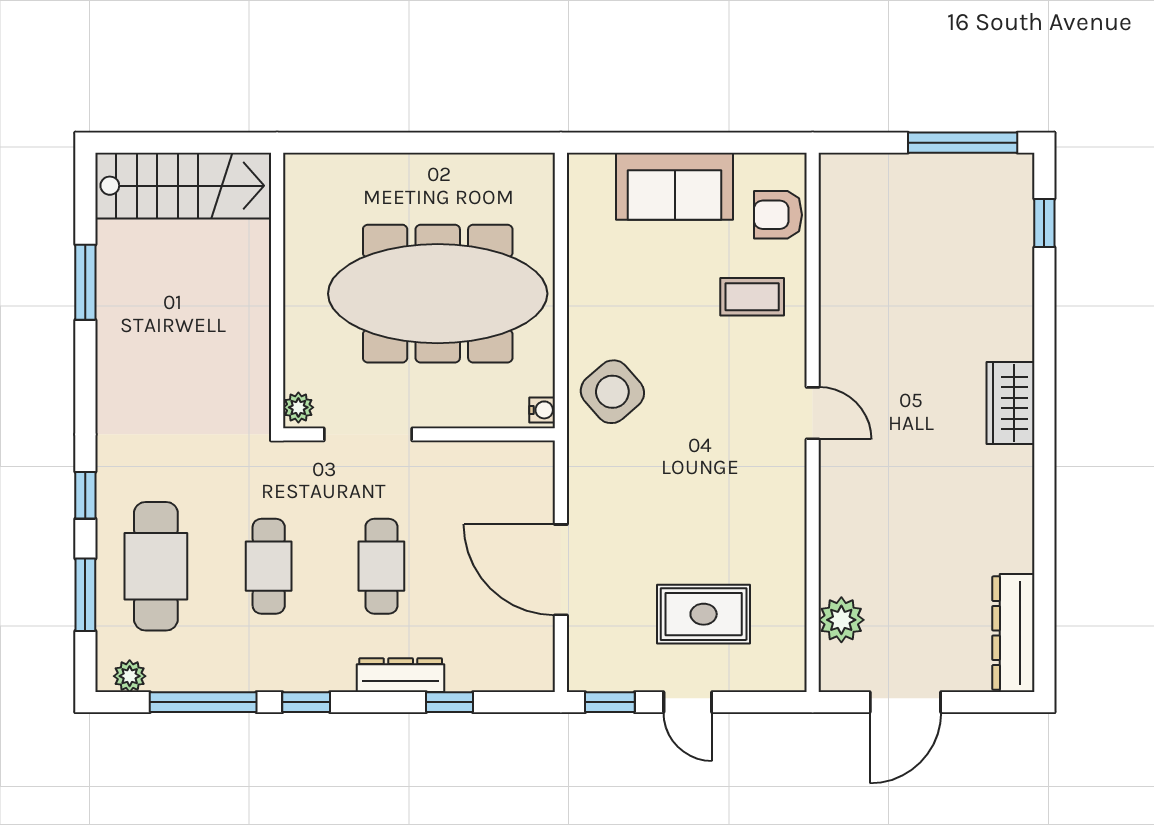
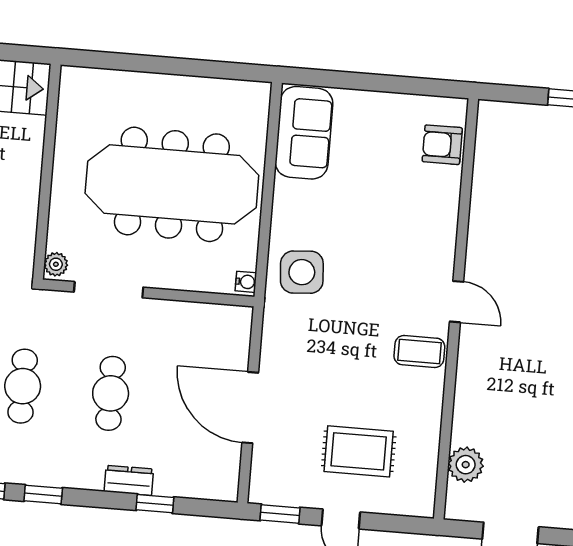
sofa: (675, 186) -> (304, 133), moved, turned -90
coffee table: (752, 297) -> (419, 351), moved
side table: (612, 392) -> (302, 272), turned 37
dresser: (401, 675) -> (129, 480), width x0.70

